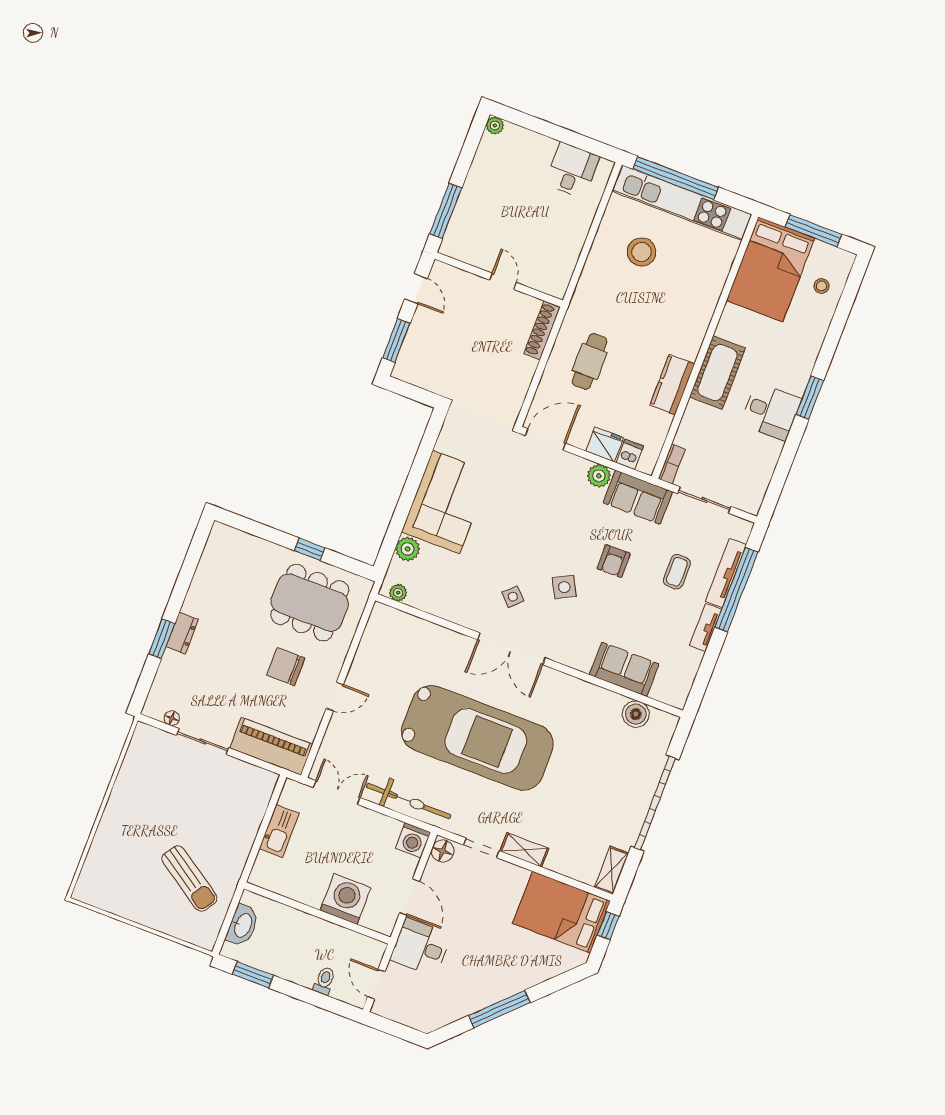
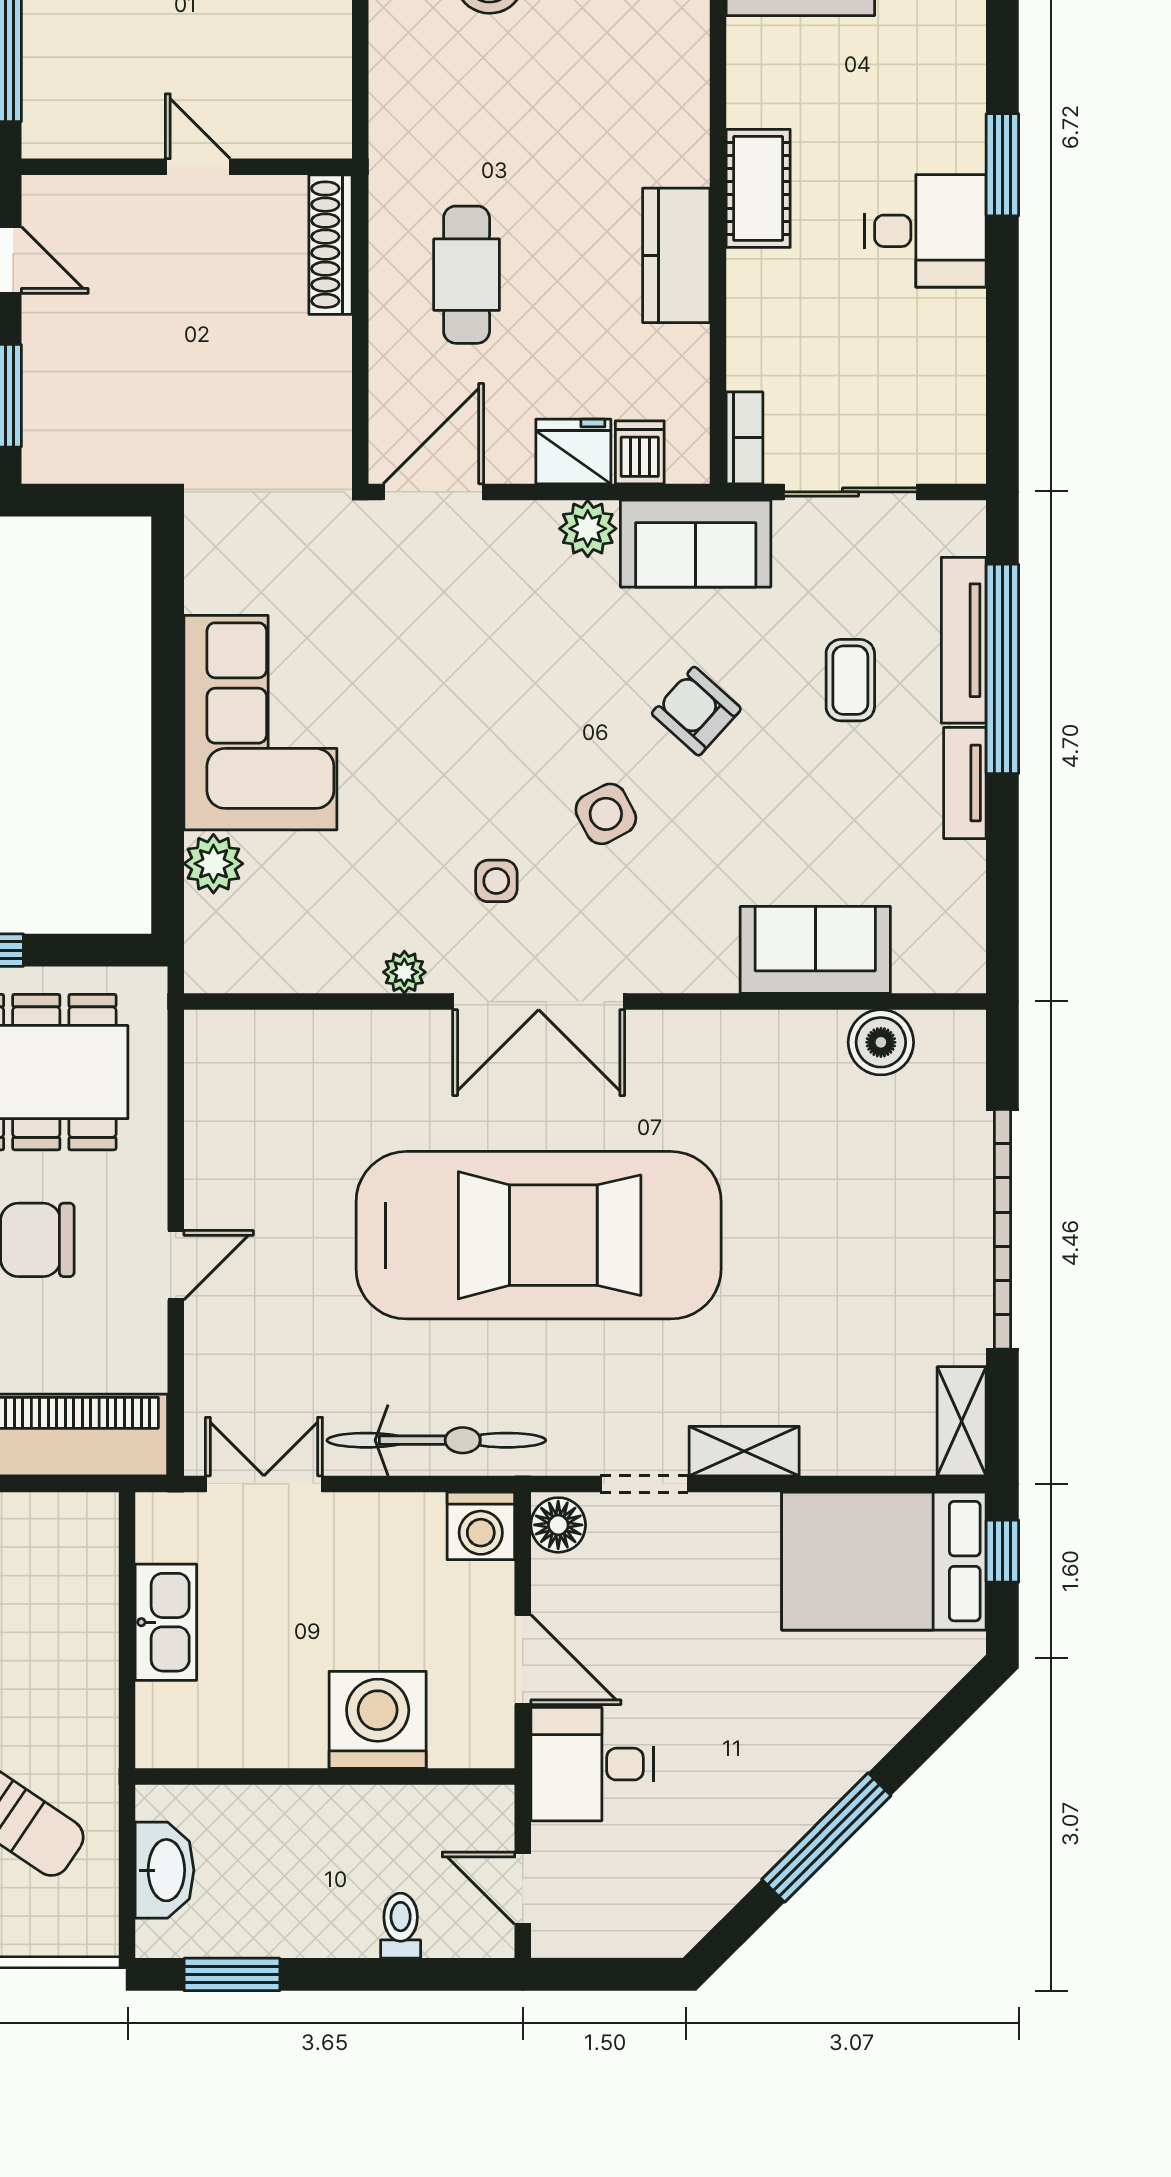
cot: (717, 373) -> (758, 188), width x0.73, depth x0.75
armchair: (614, 561) -> (696, 711), turned 133
plant: (398, 593) -> (404, 972), moved
side table: (513, 597) -> (496, 881), turned 45

